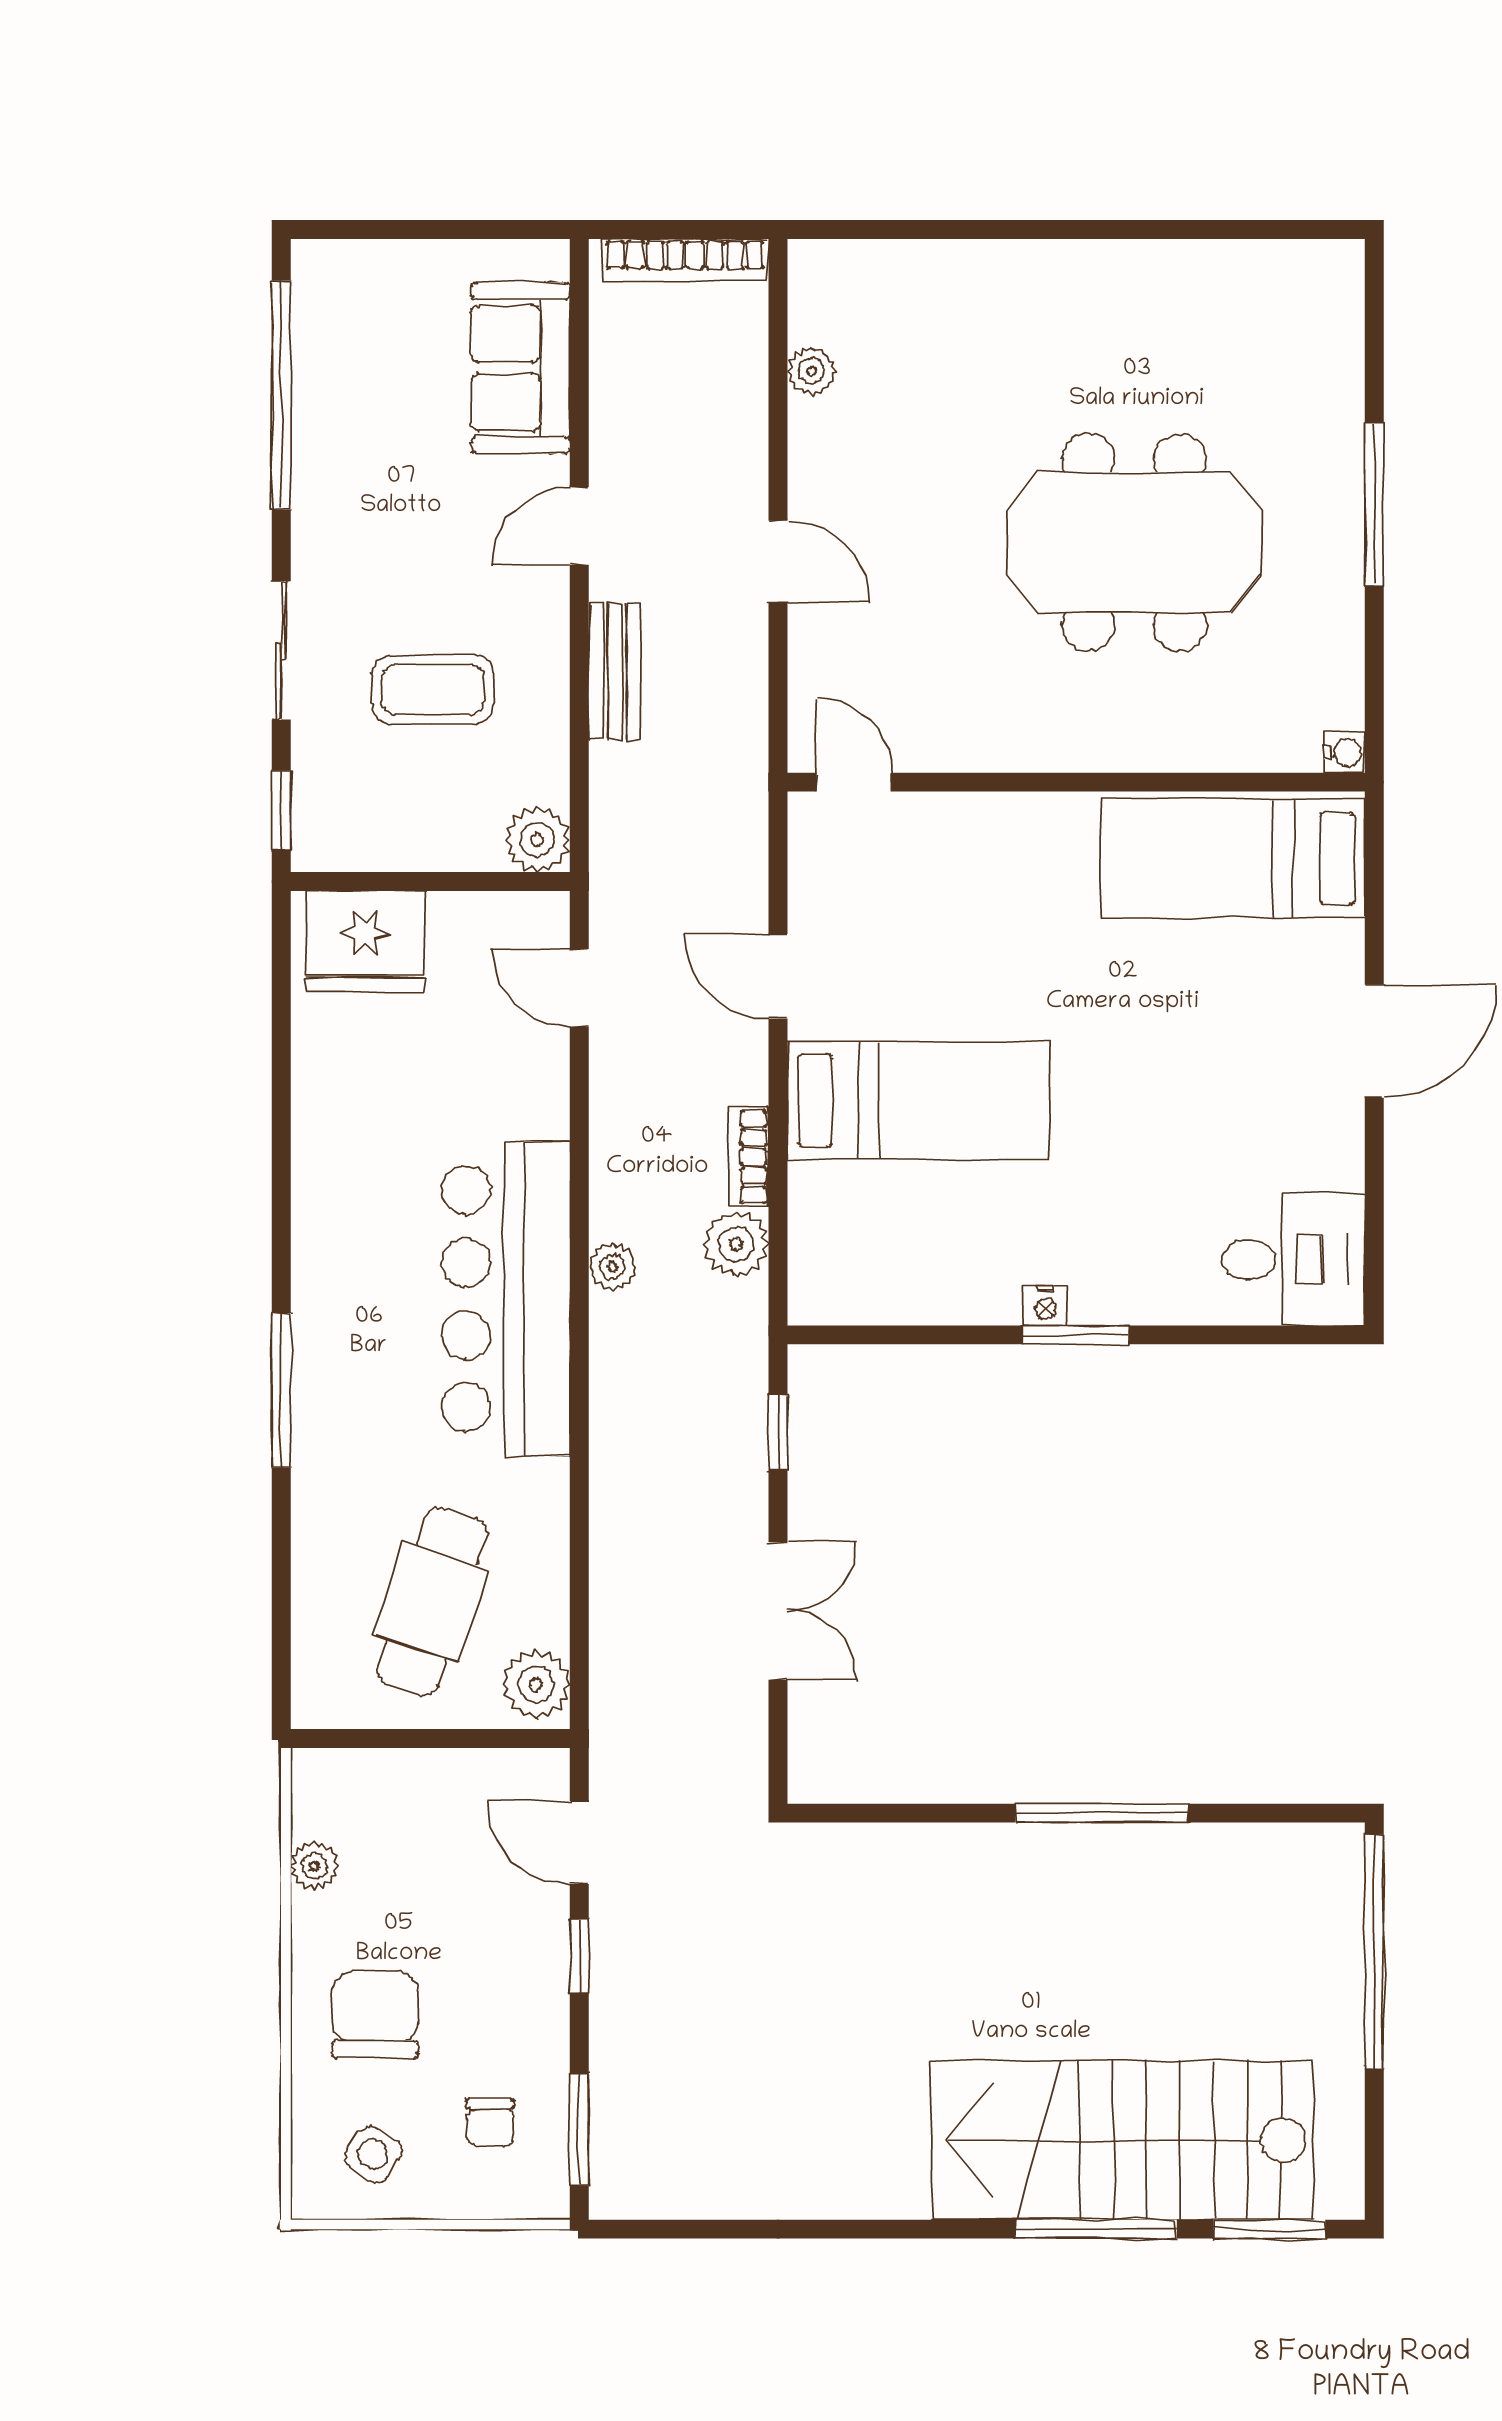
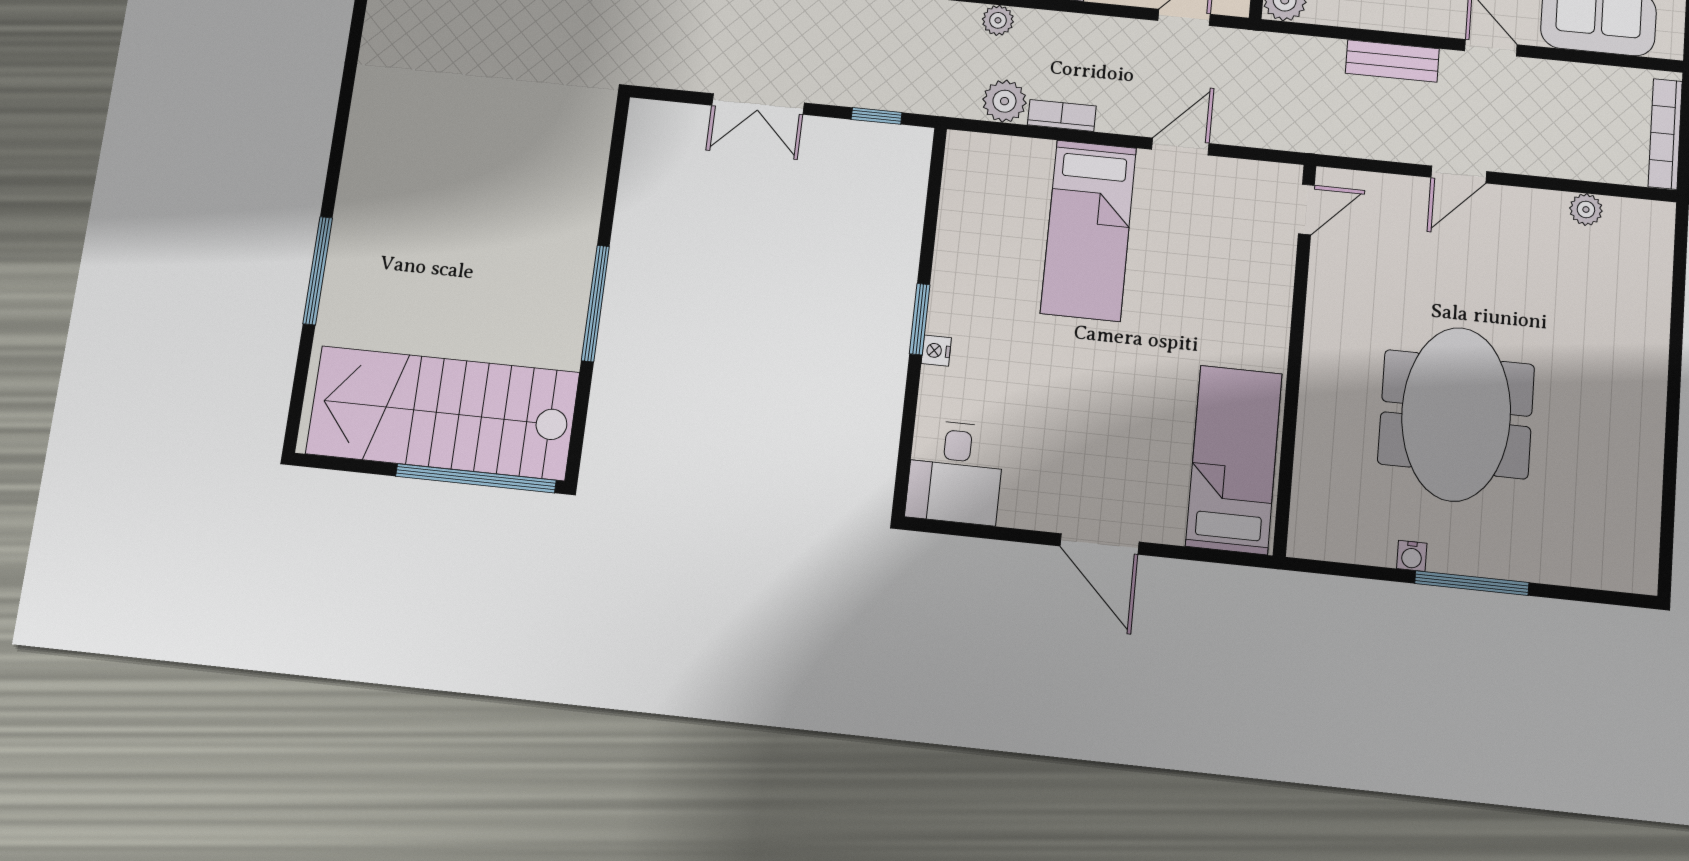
water cooler: (1345, 753) -> (1412, 556), moved
nightstand: (1045, 1306) -> (936, 351), moved
stairs: (1123, 2140) -> (443, 413), moved, turned -90
window: (1269, 2229) -> (299, 387), removed

